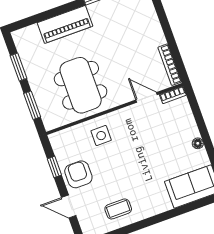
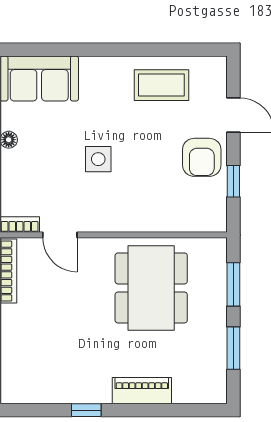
piano: (65, 24) -> (142, 391), width x0.73, depth x0.75
side table: (101, 136) -> (98, 159), moved
coffee table: (118, 209) -> (161, 85), width x1.36, depth x1.30

